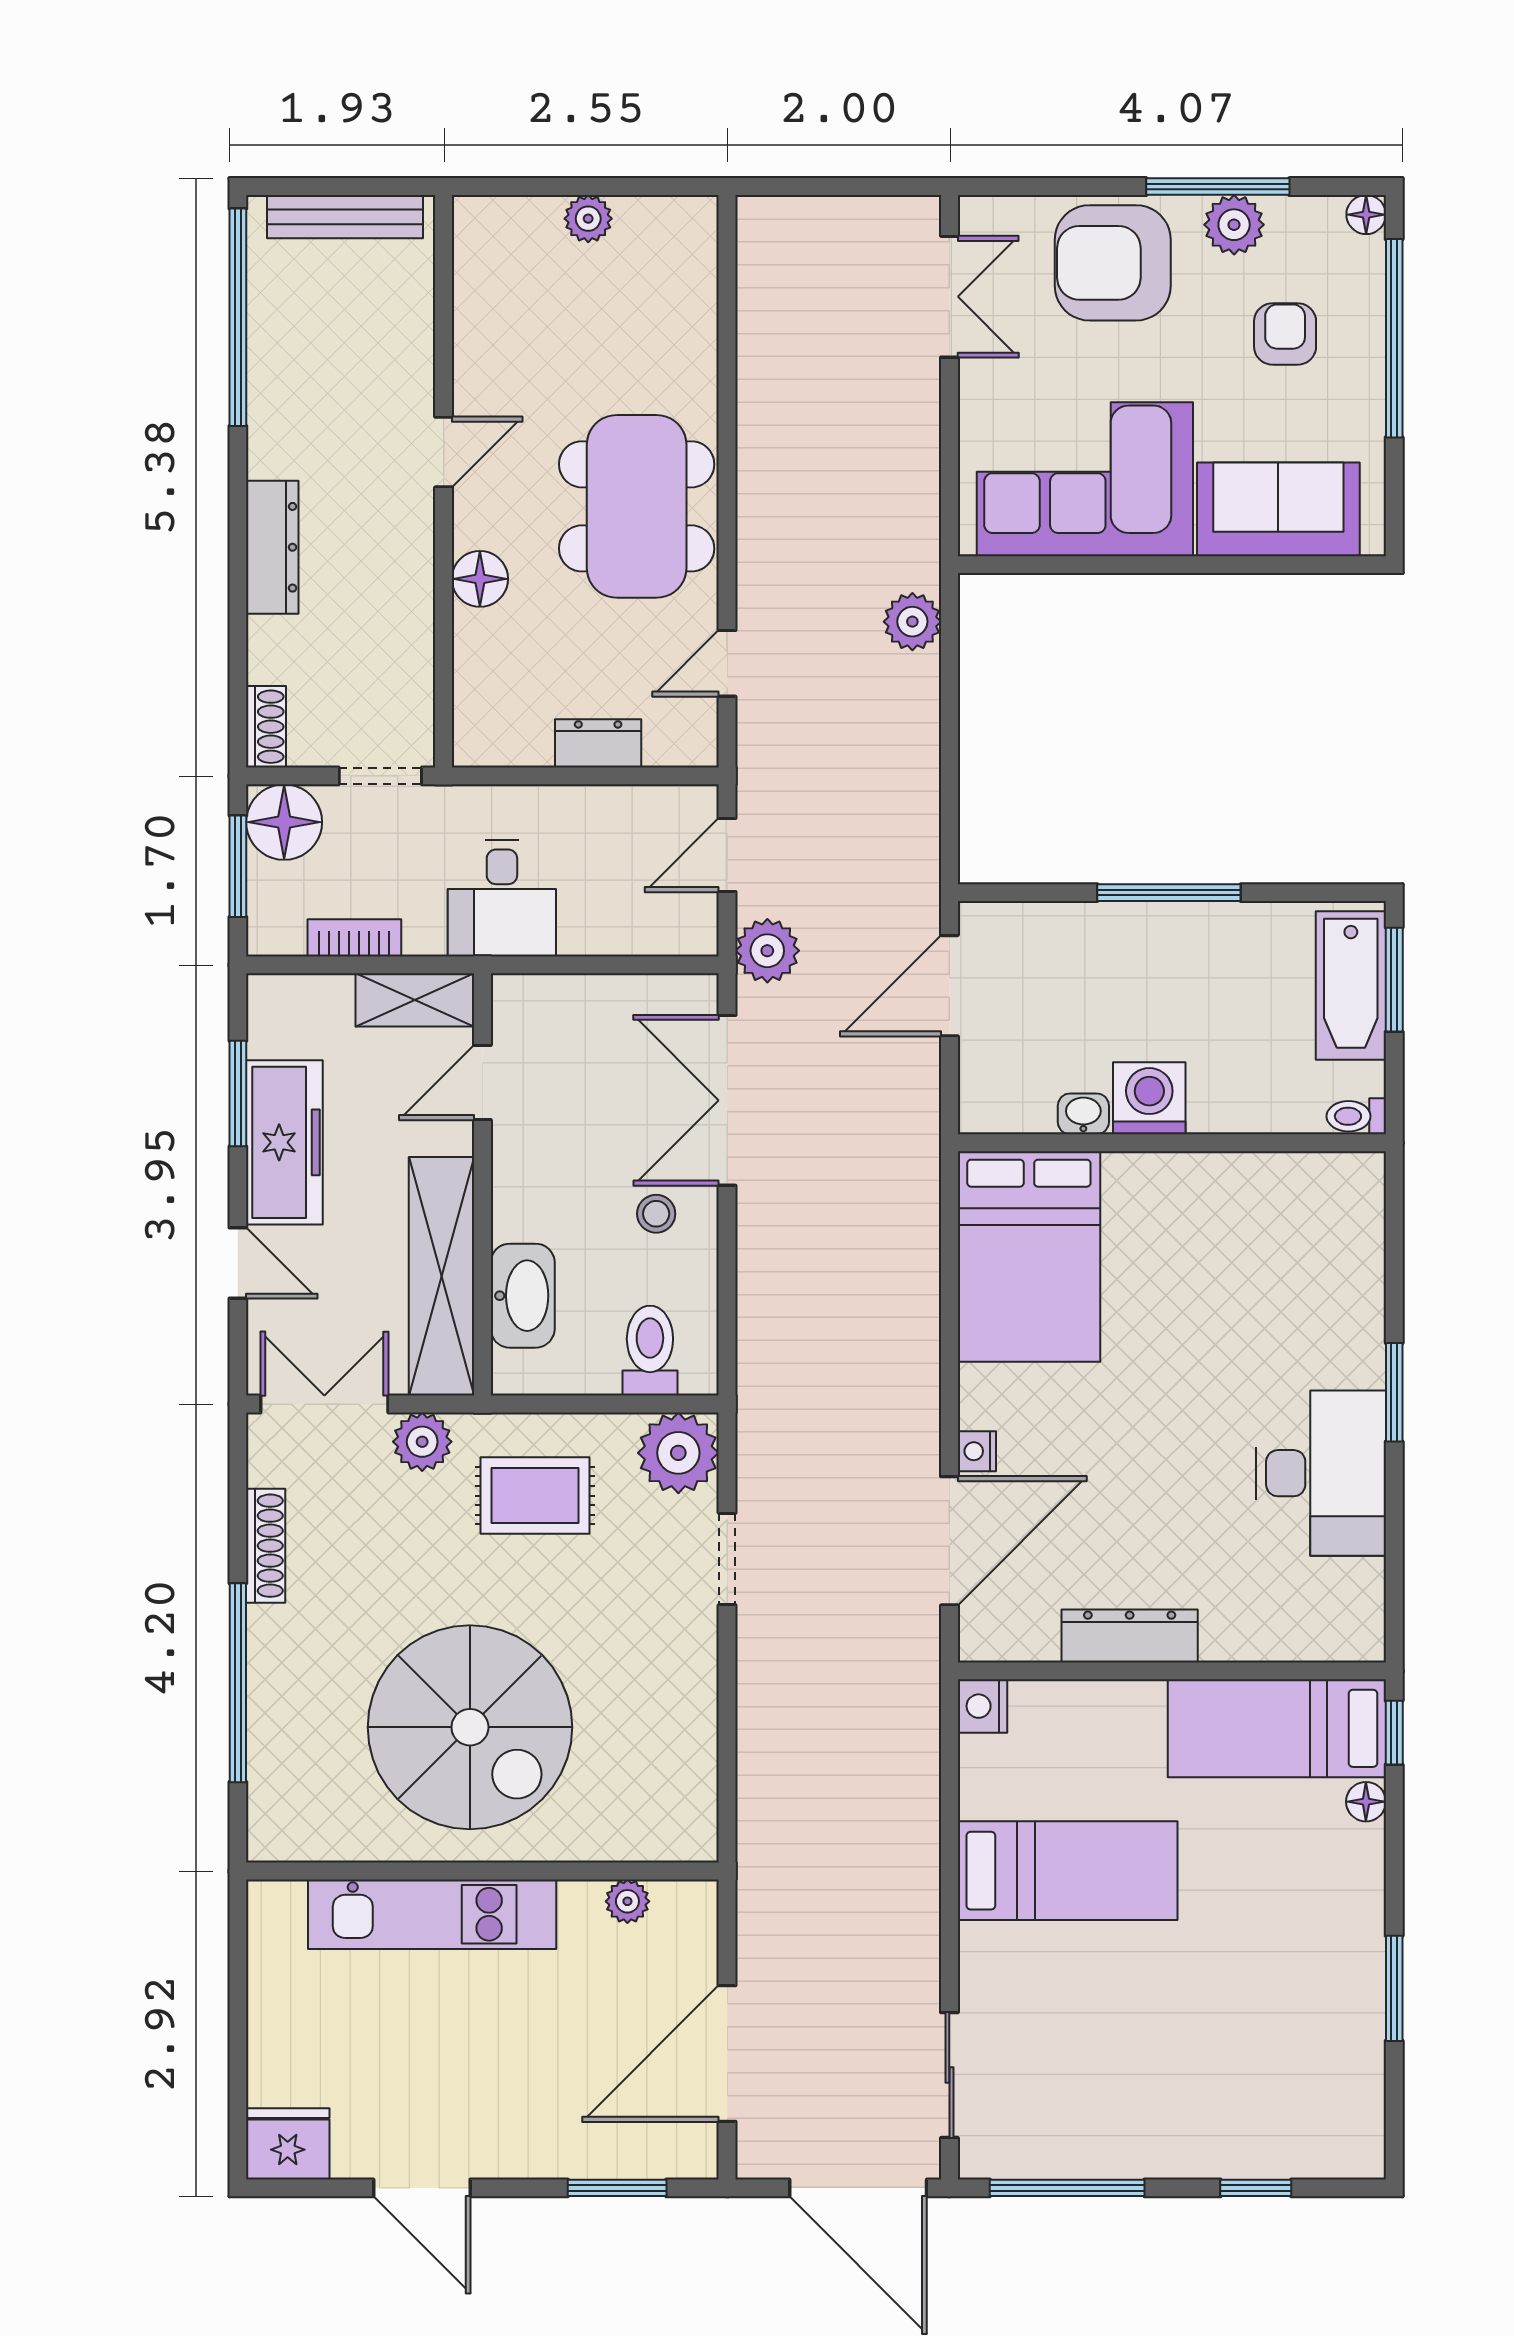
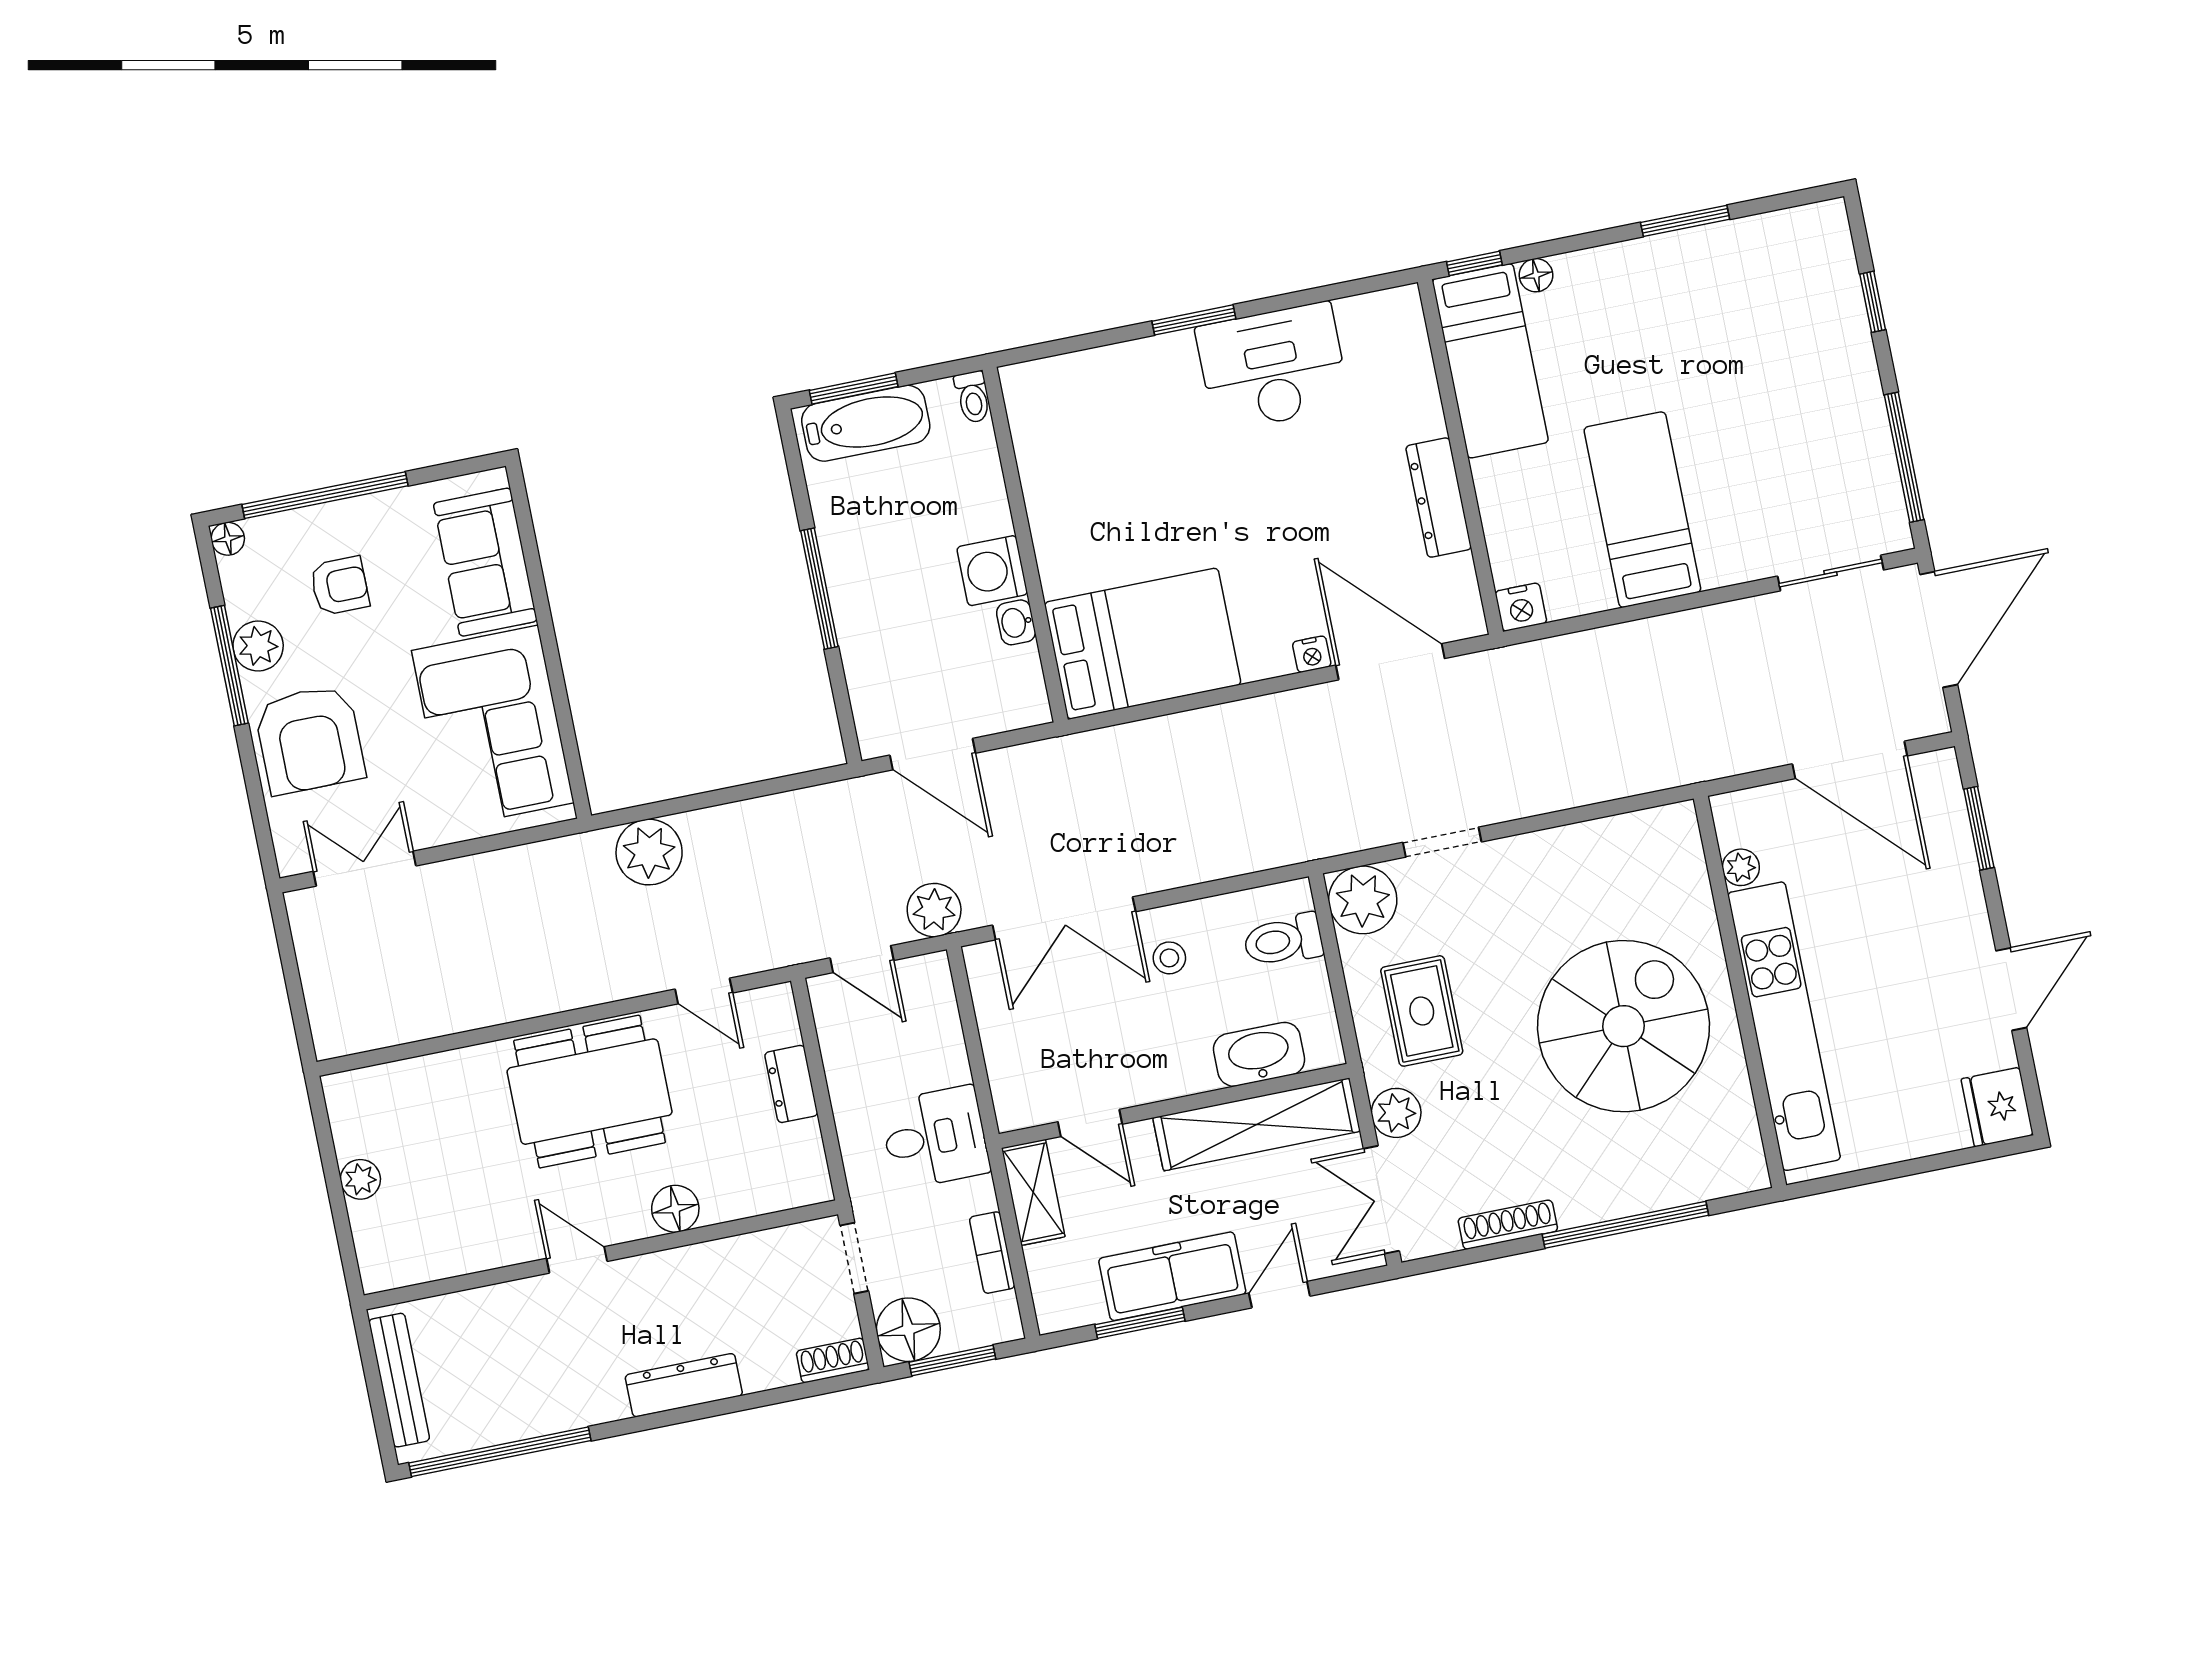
armchair: (1285, 334) -> (340, 586), turned 180
plant: (912, 622) -> (649, 852), width x1.36, depth x1.36
kitchen unit: (432, 1914) -> (1784, 1026), width x1.36

